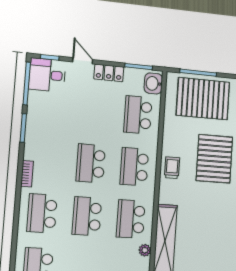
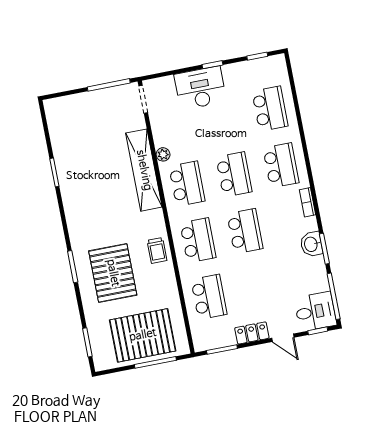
washbasin: (153, 83) -> (311, 244), moved, turned 180

